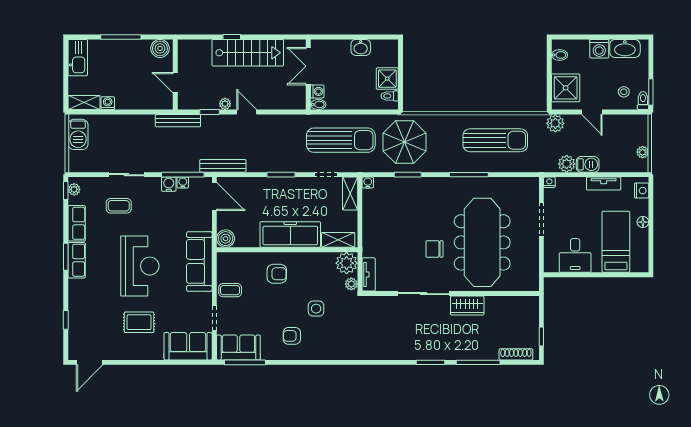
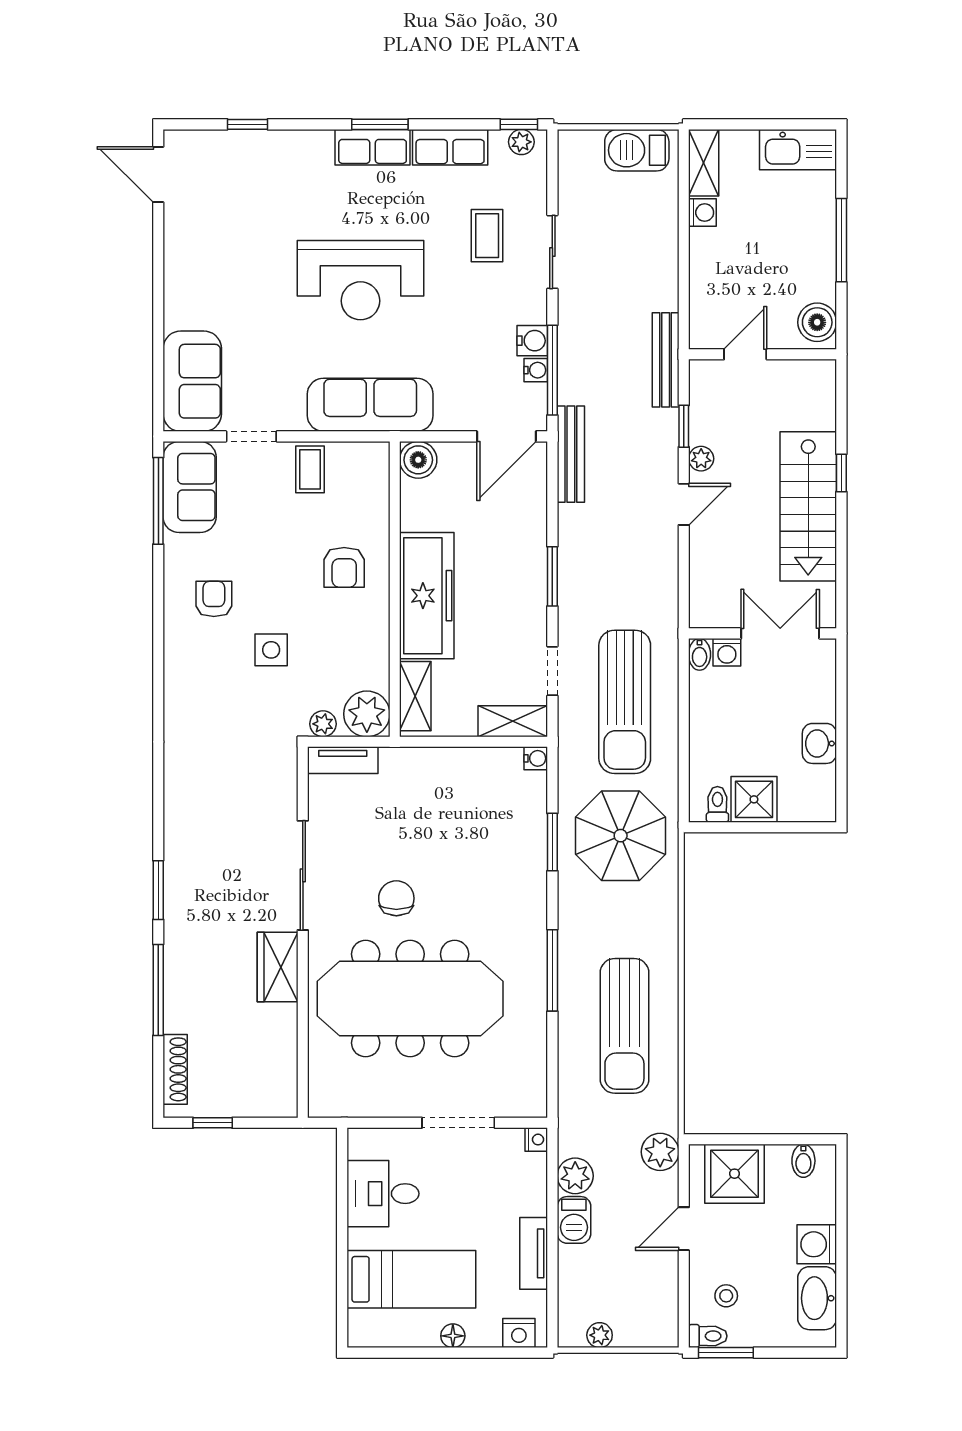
rug: (139, 322) -> (243, 278), removed

